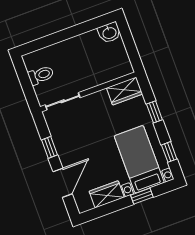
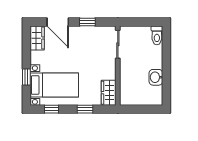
washbasin: (109, 33) -> (156, 77), moved
toilet: (41, 75) -> (157, 35), moved
wardrobe: (107, 194) -> (37, 38), moved

